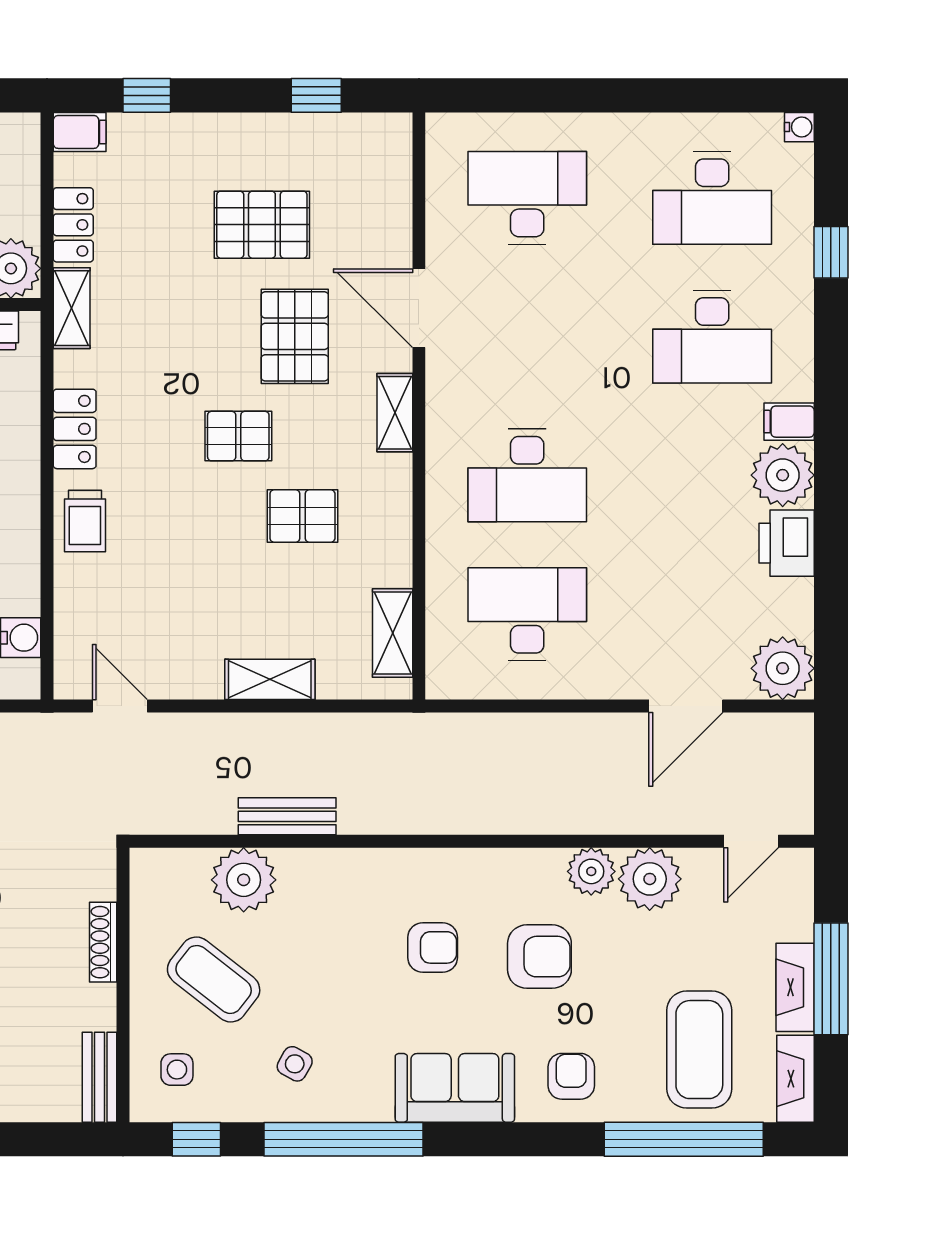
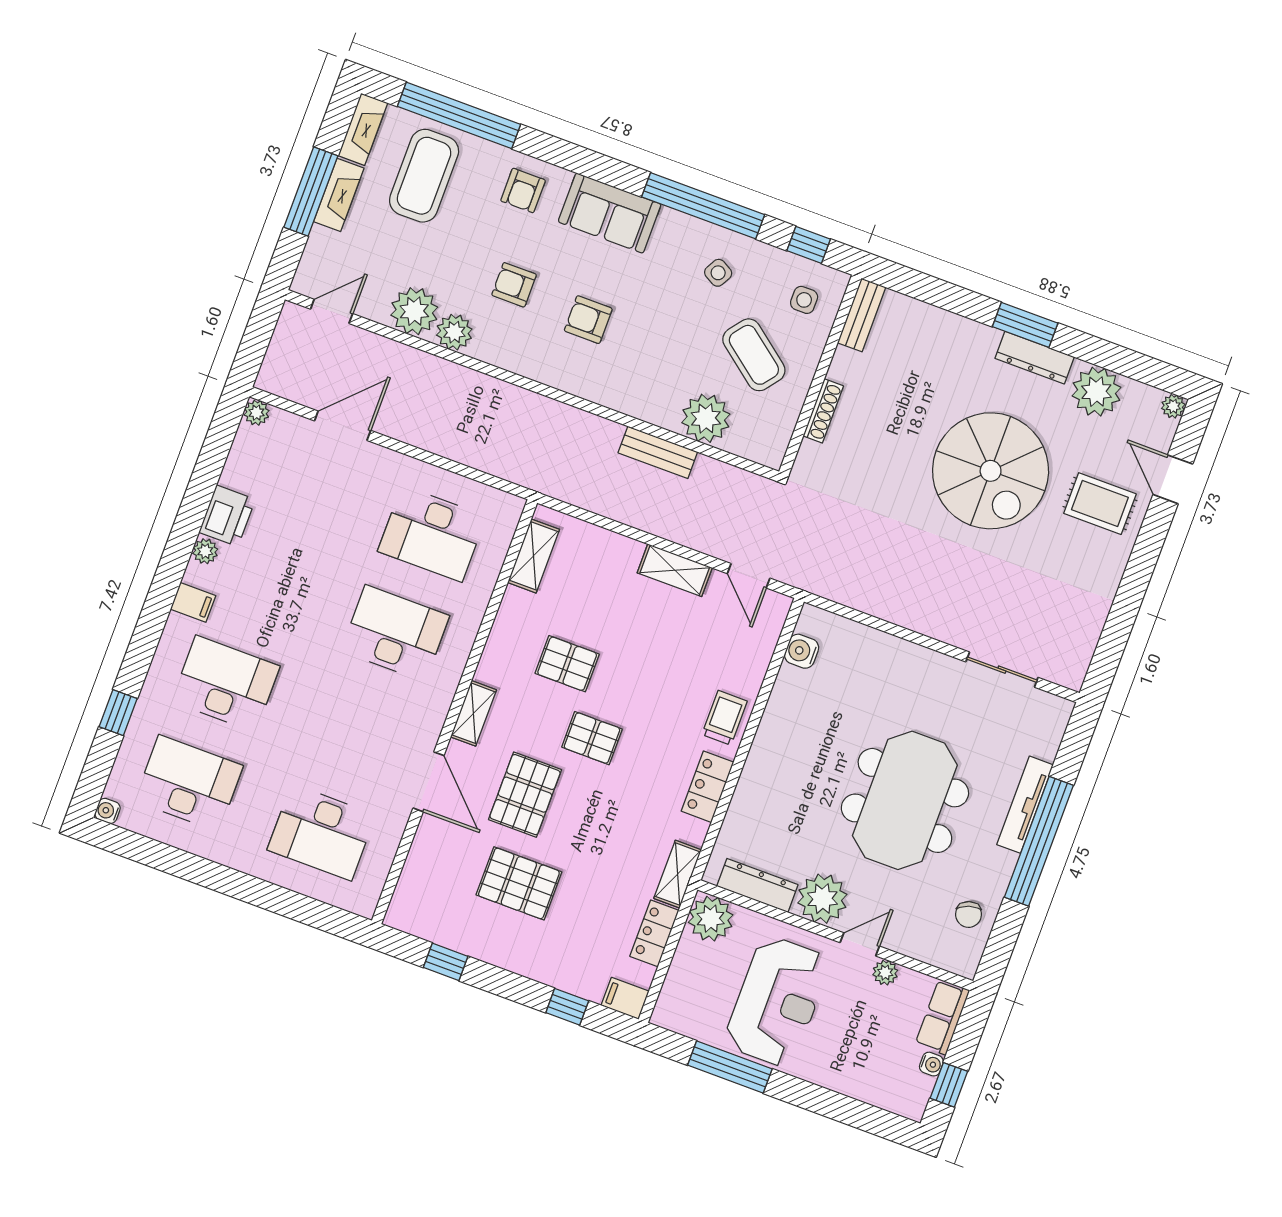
plant: (783, 475) -> (205, 551), width x0.53, depth x0.53
plant: (783, 668) -> (256, 413), width x0.53, depth x0.53
shelving: (270, 679) -> (675, 570), moved
armchair: (539, 957) -> (514, 285), width x0.72, depth x0.72

